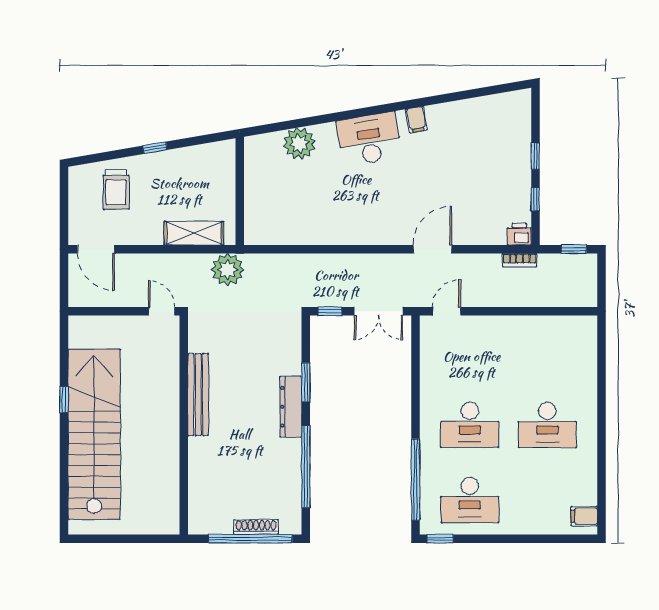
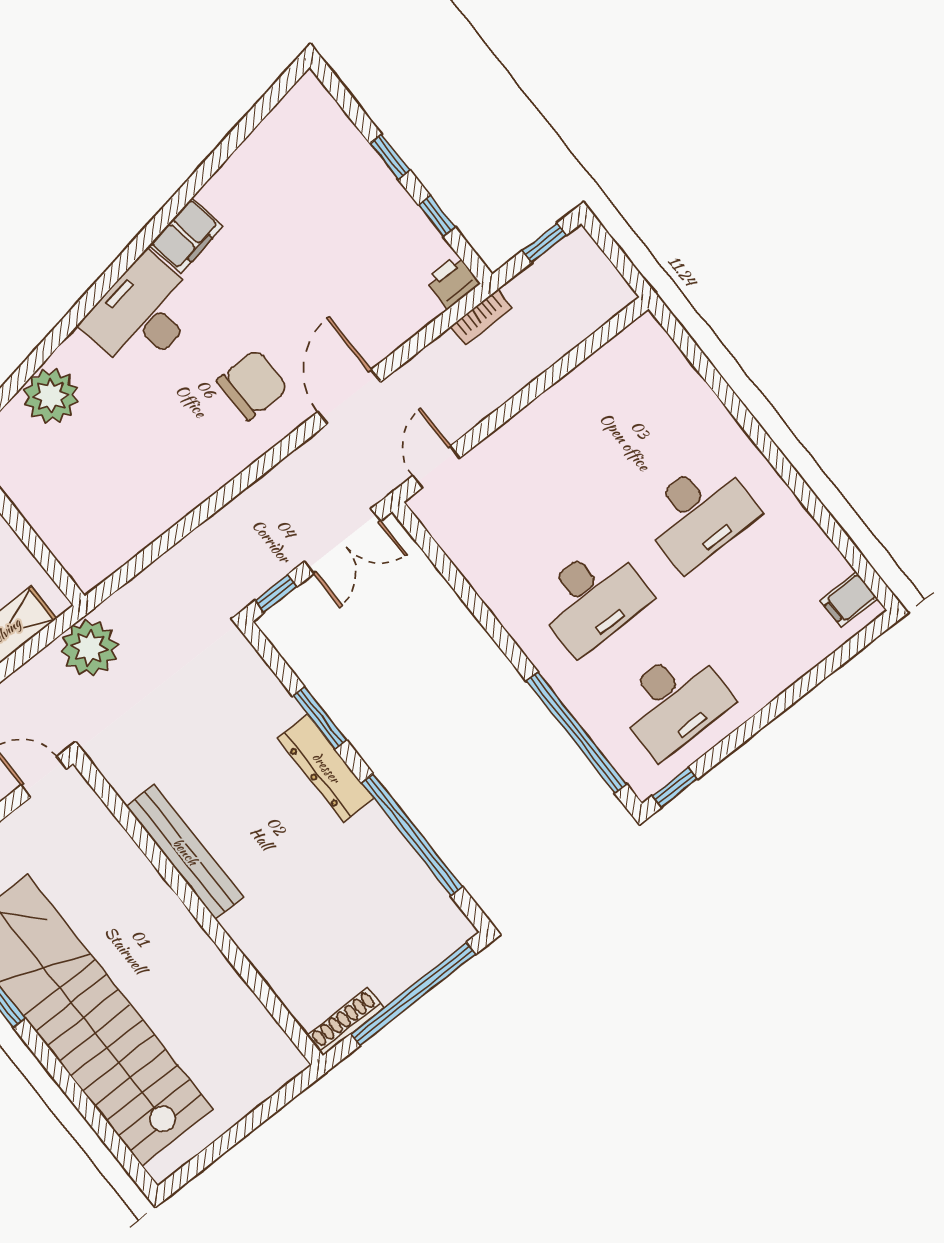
filing cabinet: (416, 120) -> (186, 236), width x2.00
chair: (393, 210) -> (252, 385), added
shoe rack: (256, 527) -> (345, 1022), moved

